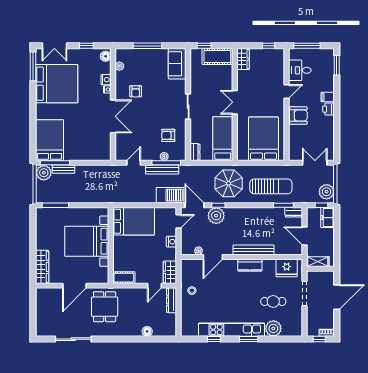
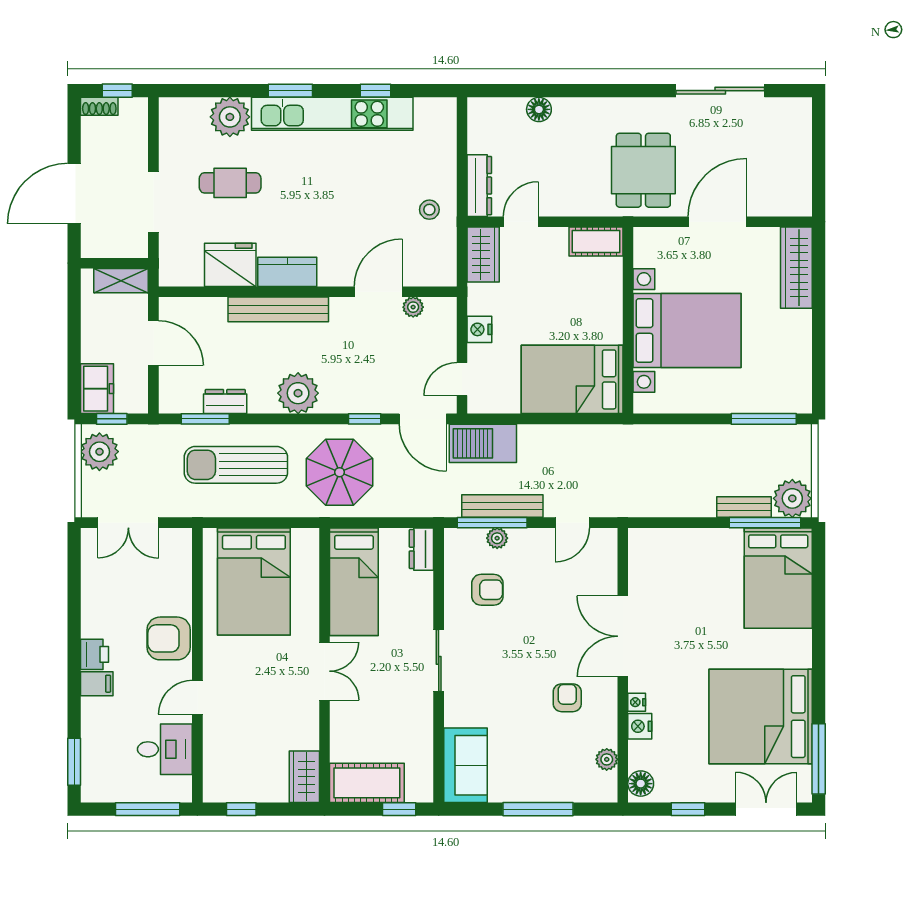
dresser: (294, 212) -> (225, 402), moved
plant: (216, 216) -> (298, 393), moved
fridge: (287, 268) -> (230, 265), moved

